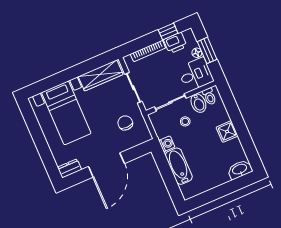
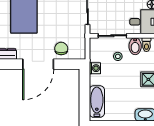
chair: (125, 123) -> (61, 49), moved
bathtub: (179, 166) -> (97, 102), moved

